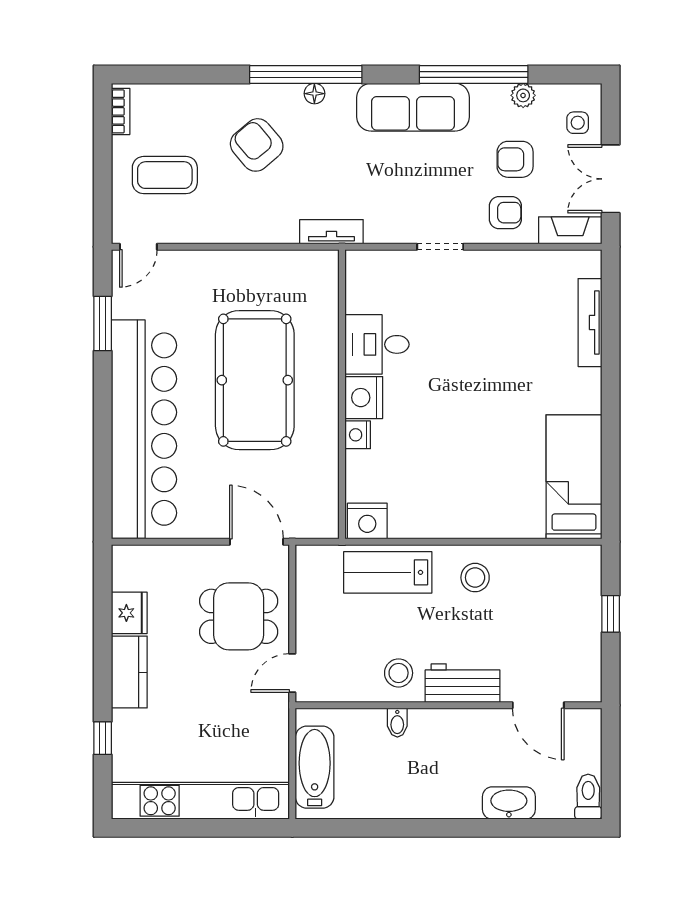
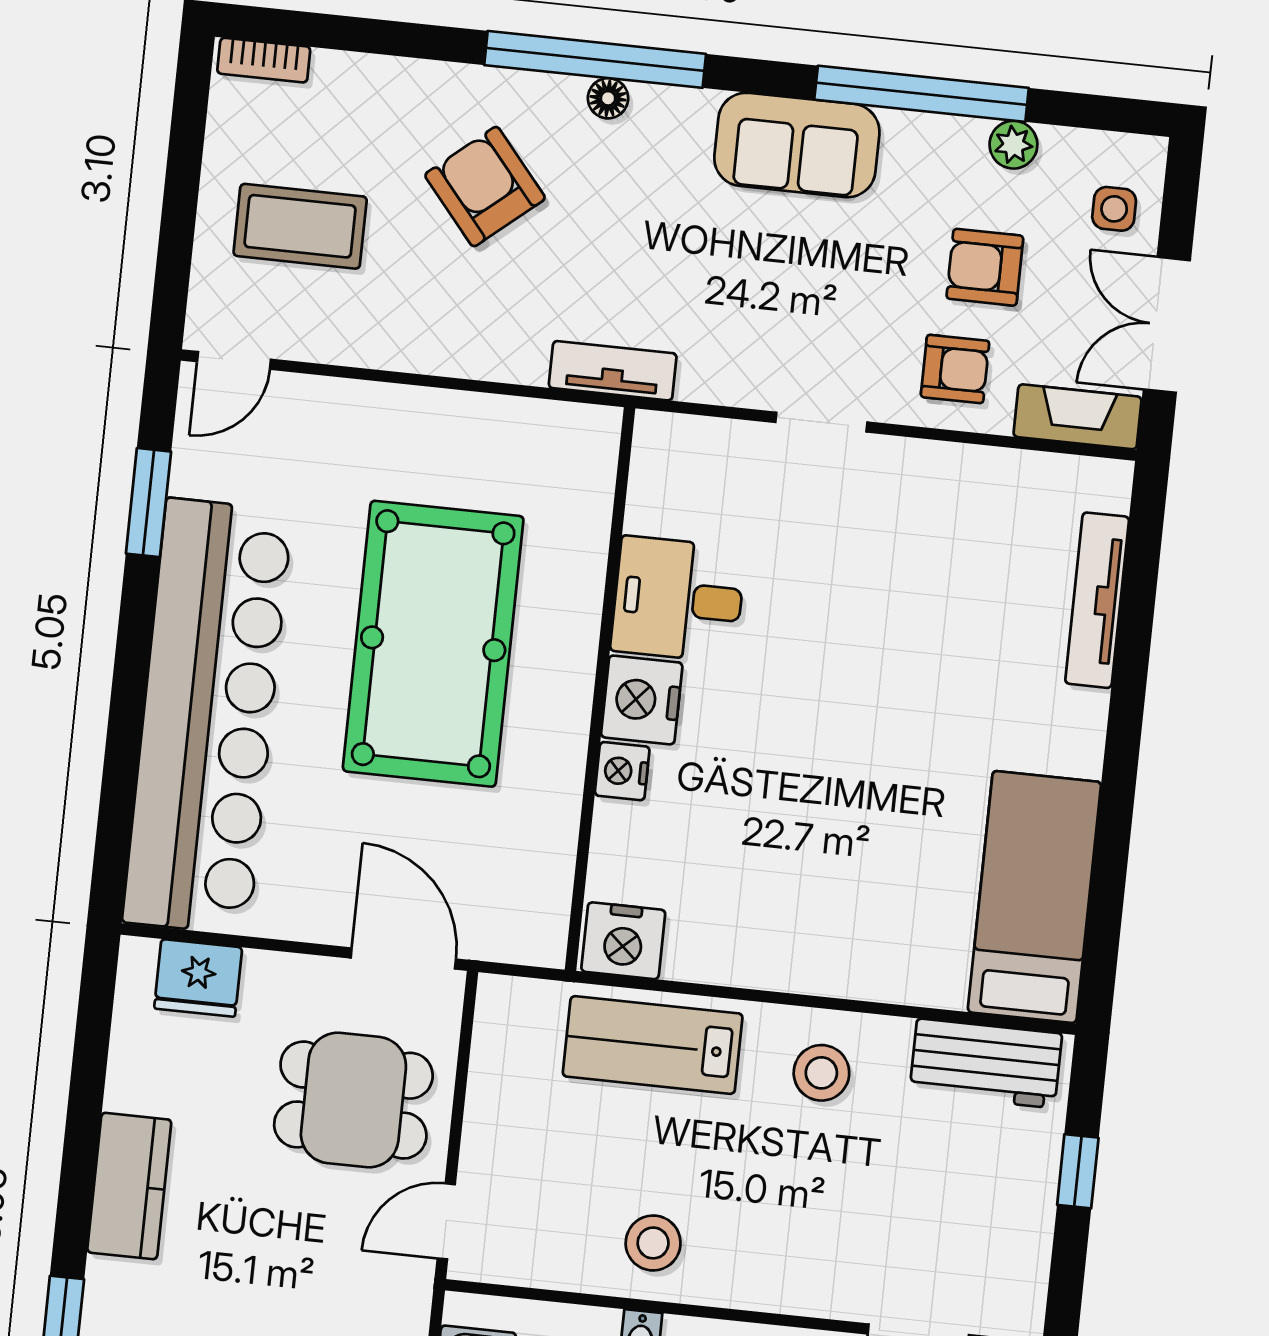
sofa: (413, 107) -> (797, 145), width x0.73
bookcase: (121, 111) -> (264, 60), moved, turned 90
fridge: (129, 613) -> (198, 978), moved, turned 90
workbench: (463, 683) -> (986, 1063), moved, turned 180

